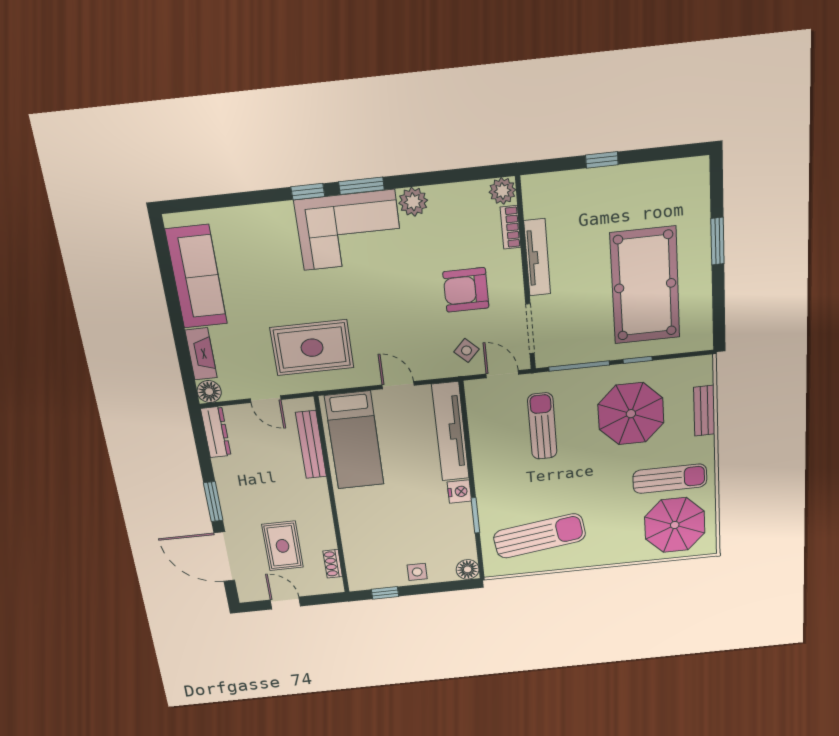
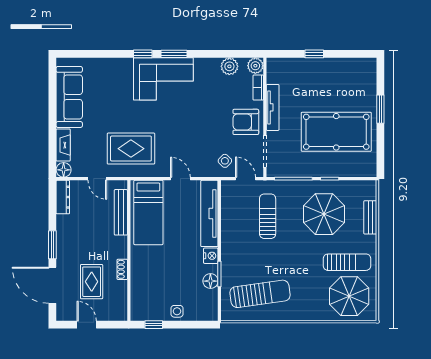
plant: (413, 202) -> (229, 66), moved
pool table: (645, 286) -> (336, 132), turned 90
armchair: (466, 290) -> (246, 122), moved
shoe rack: (333, 564) -> (122, 269), moved
floor lamp: (468, 569) -> (210, 281), moved

